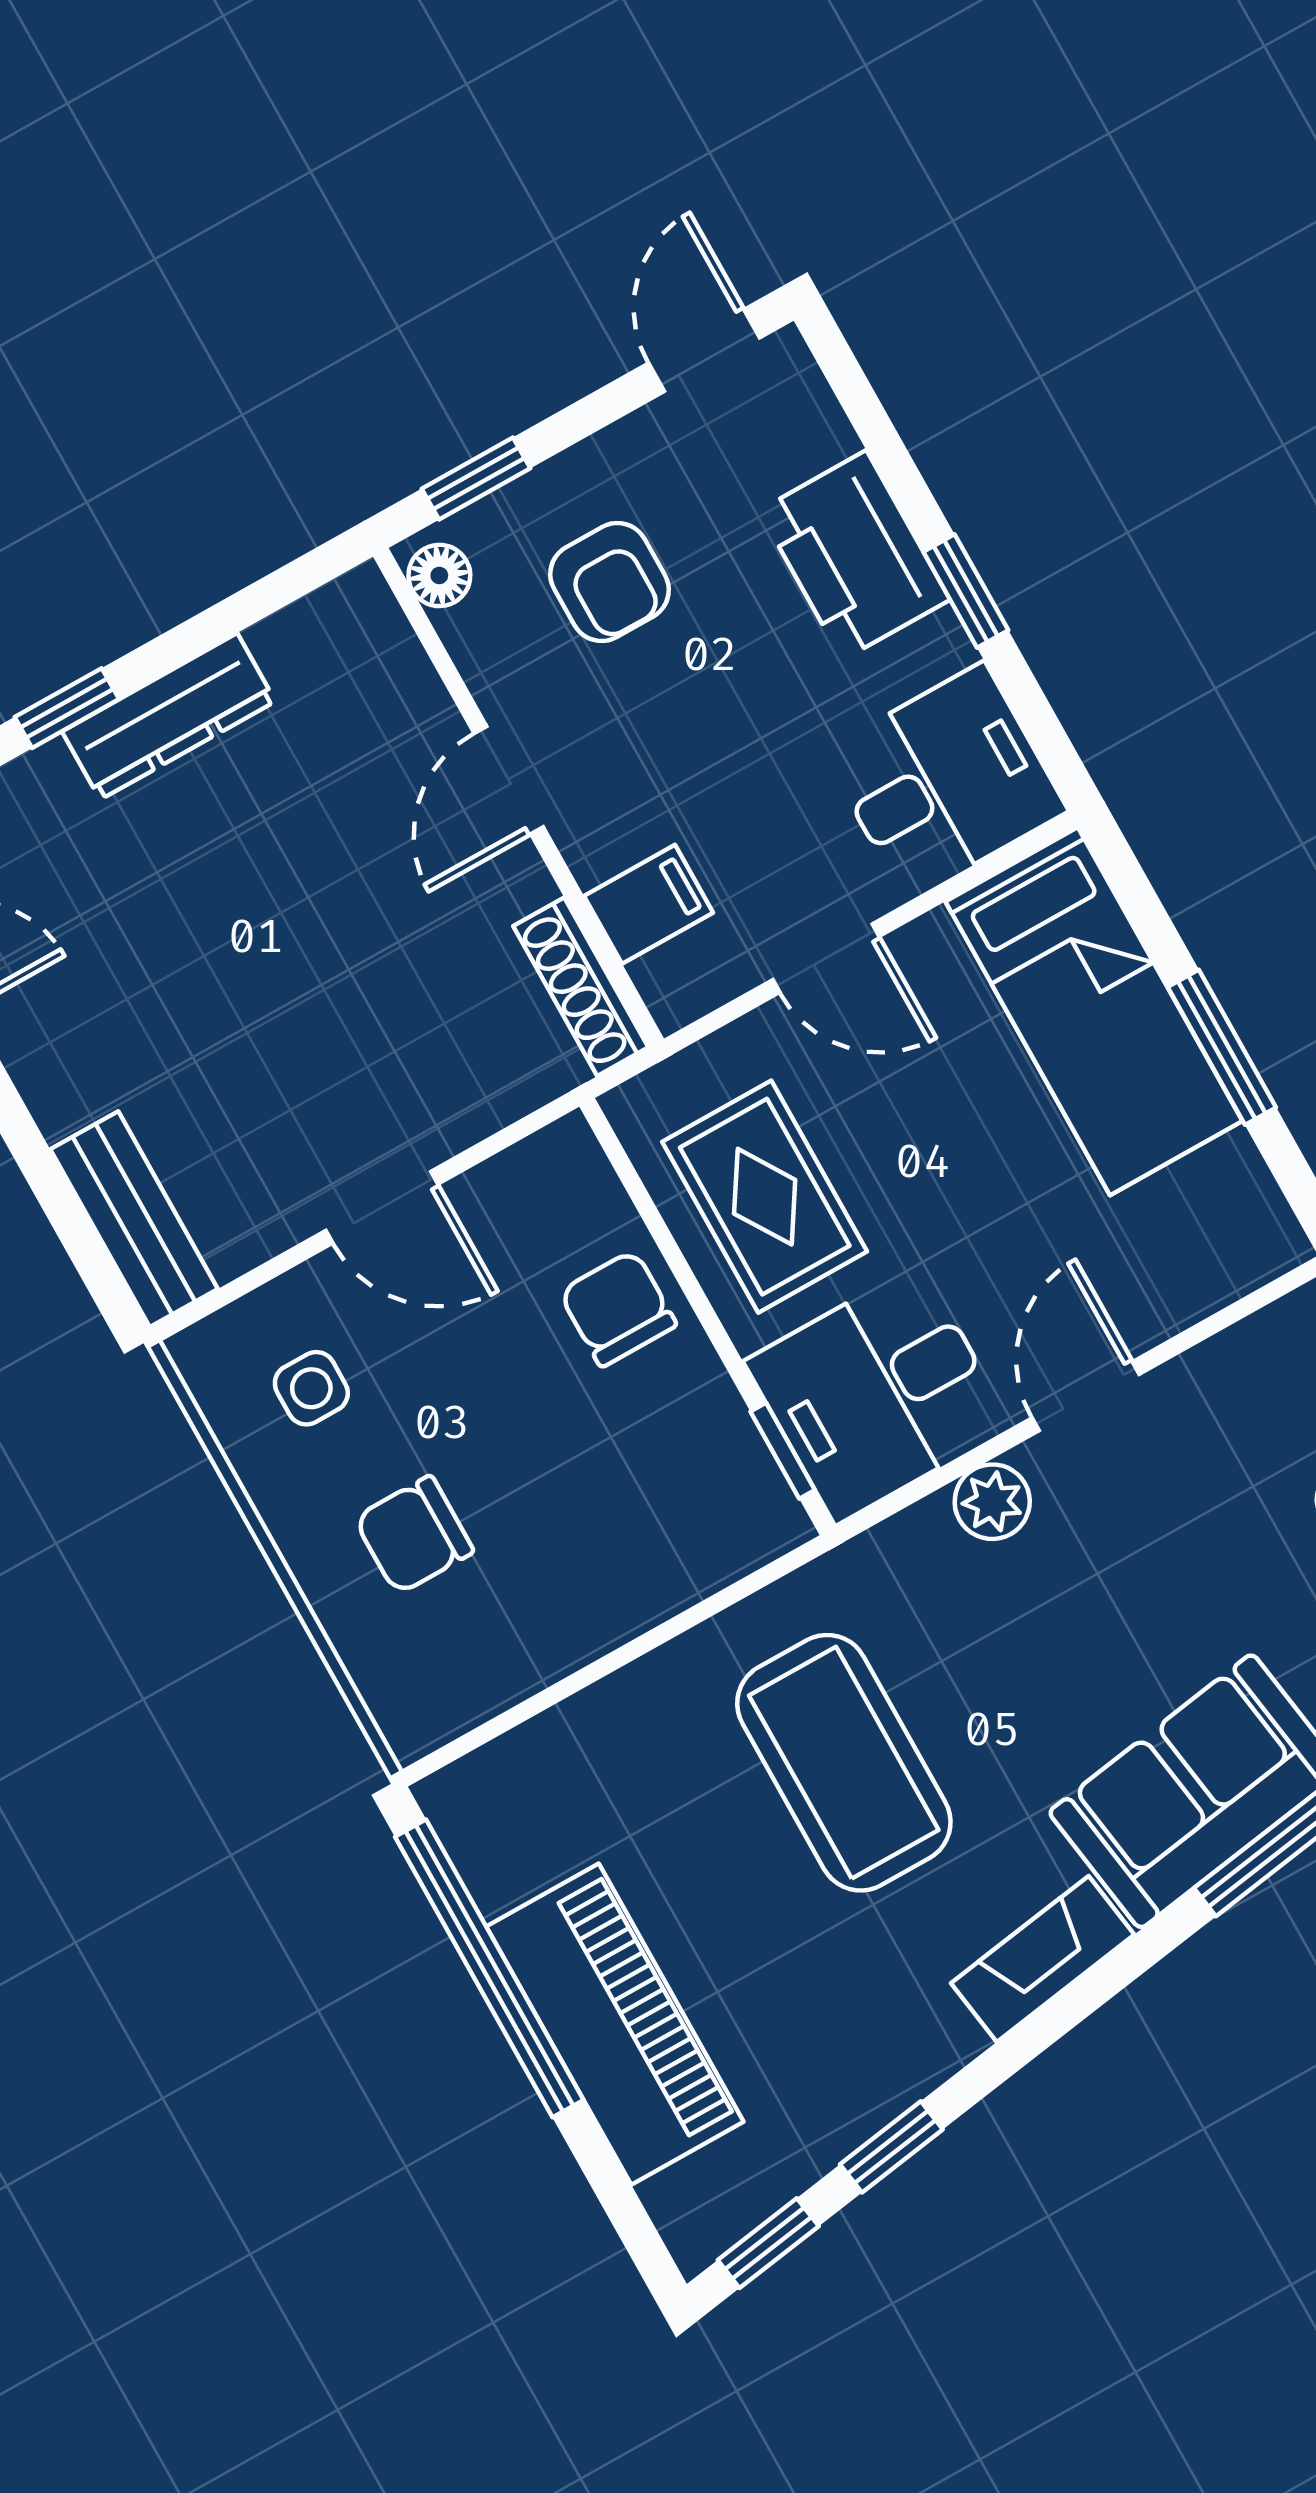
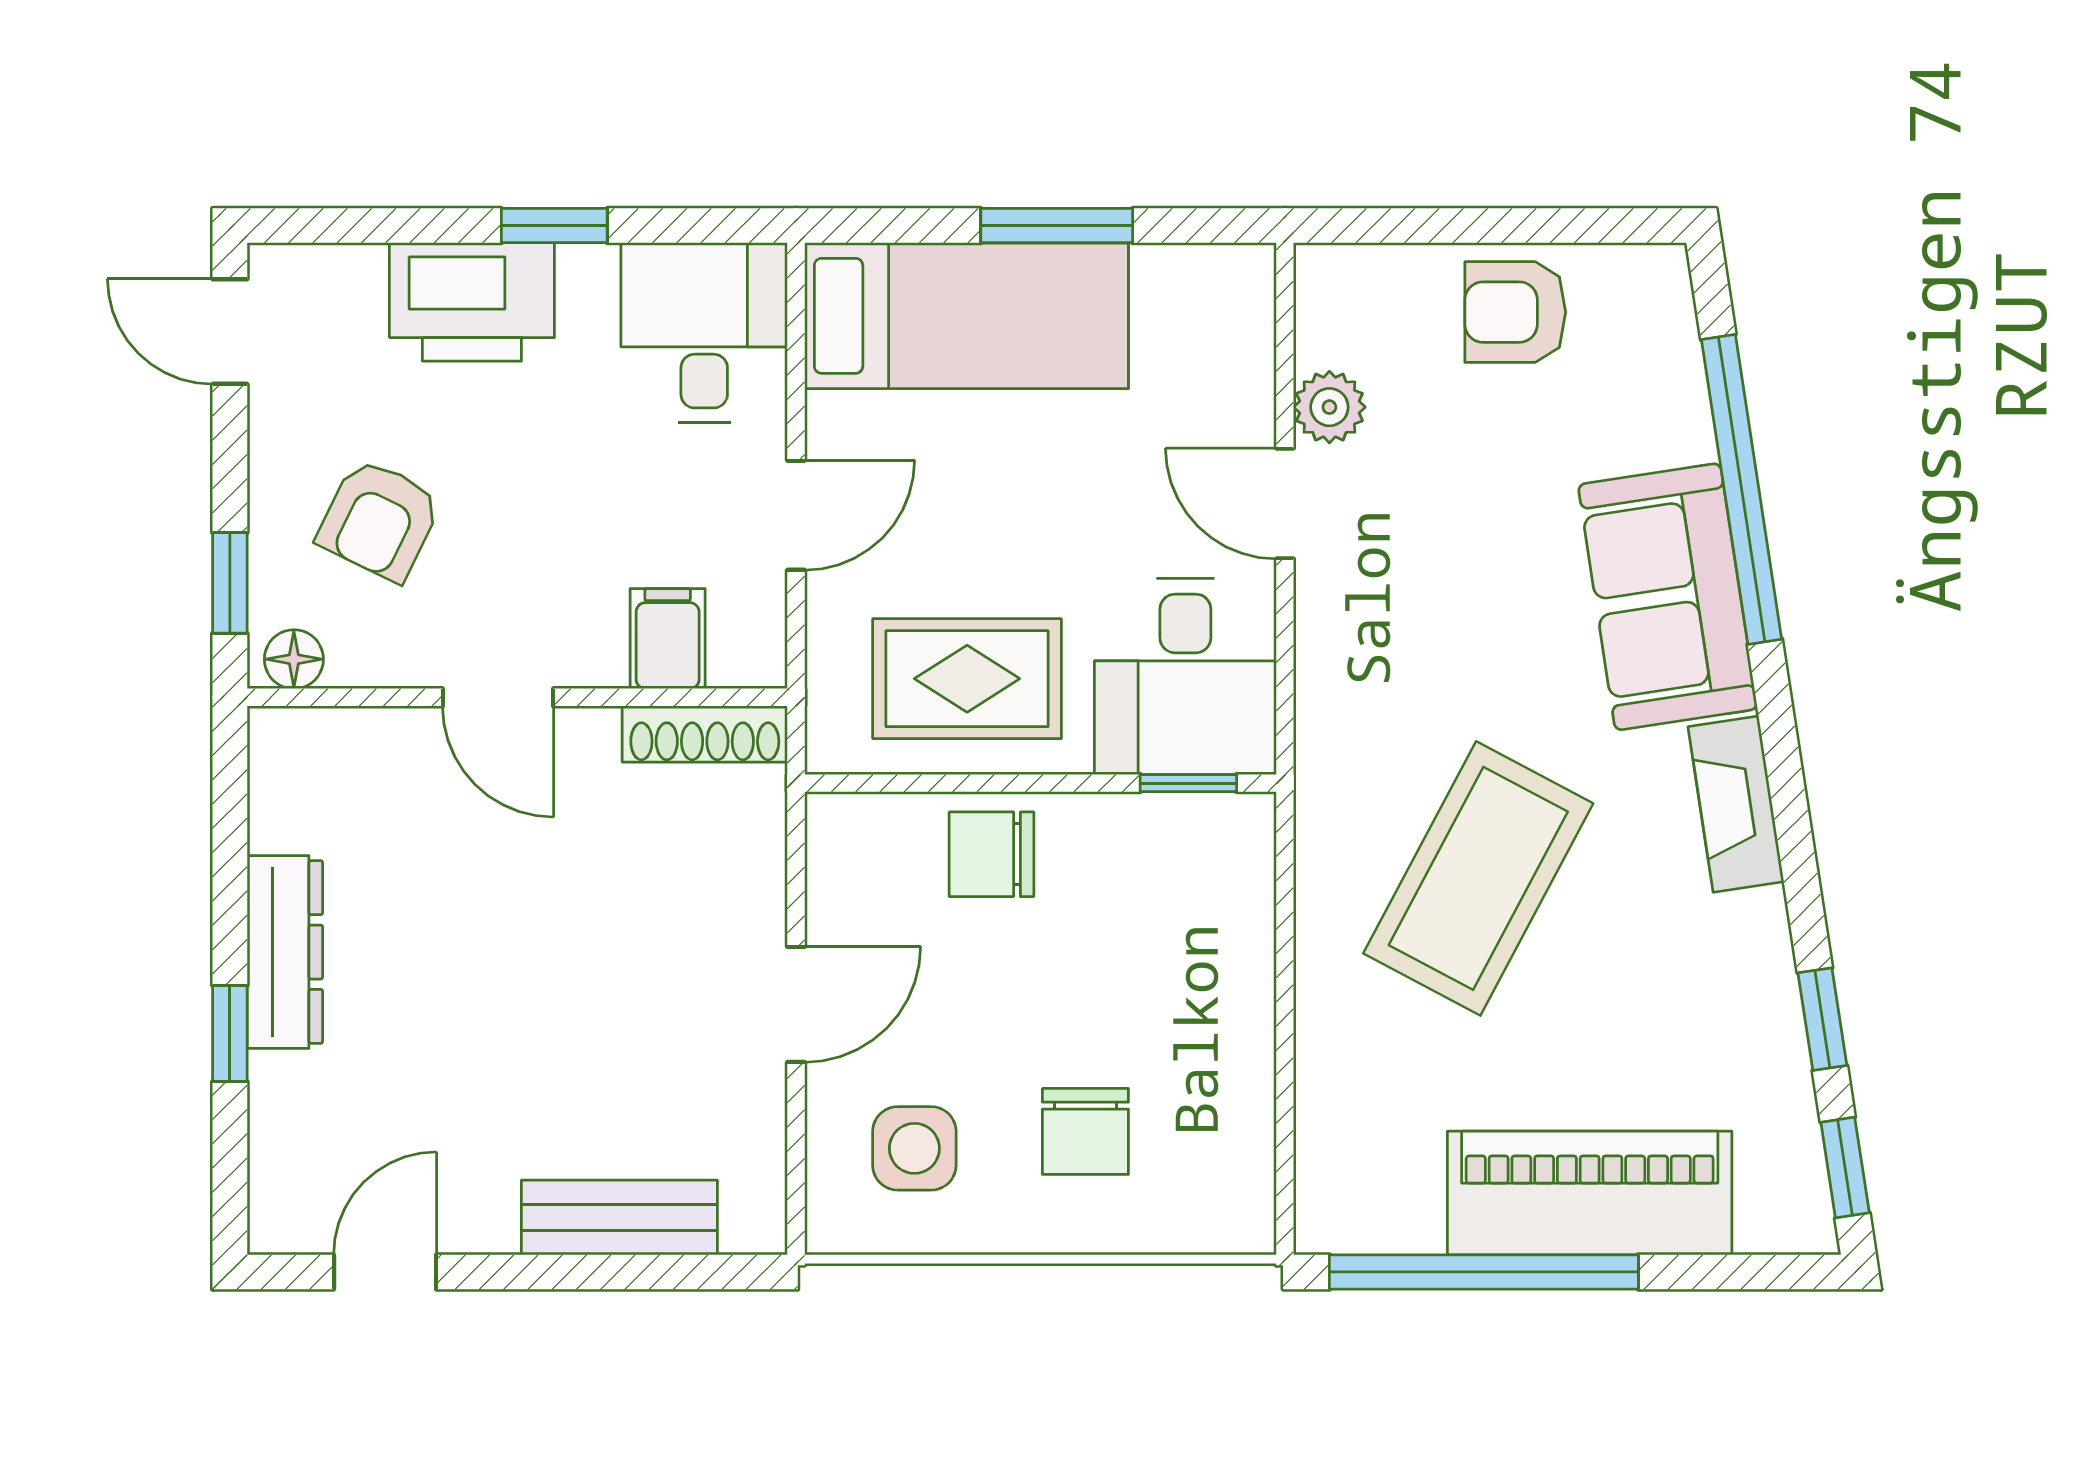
armchair: (609, 582) -> (379, 520), turned 116
bench: (134, 1219) -> (619, 1217), moved
side table: (311, 1388) -> (914, 1148), width x1.37, depth x1.37
plant: (992, 1502) -> (1329, 407), moved
coffee table: (844, 1763) -> (1478, 878), turned -62

